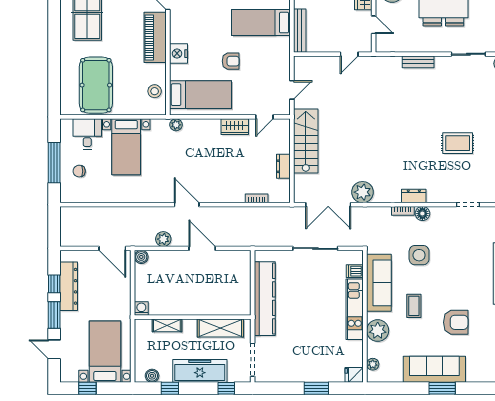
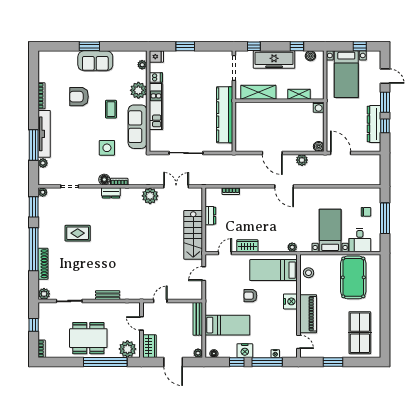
double door: (328, 205) -> (176, 186), width x0.73
dishwasher: (355, 271) -> (156, 77), moved
sofa: (434, 369) -> (95, 61), width x0.73

